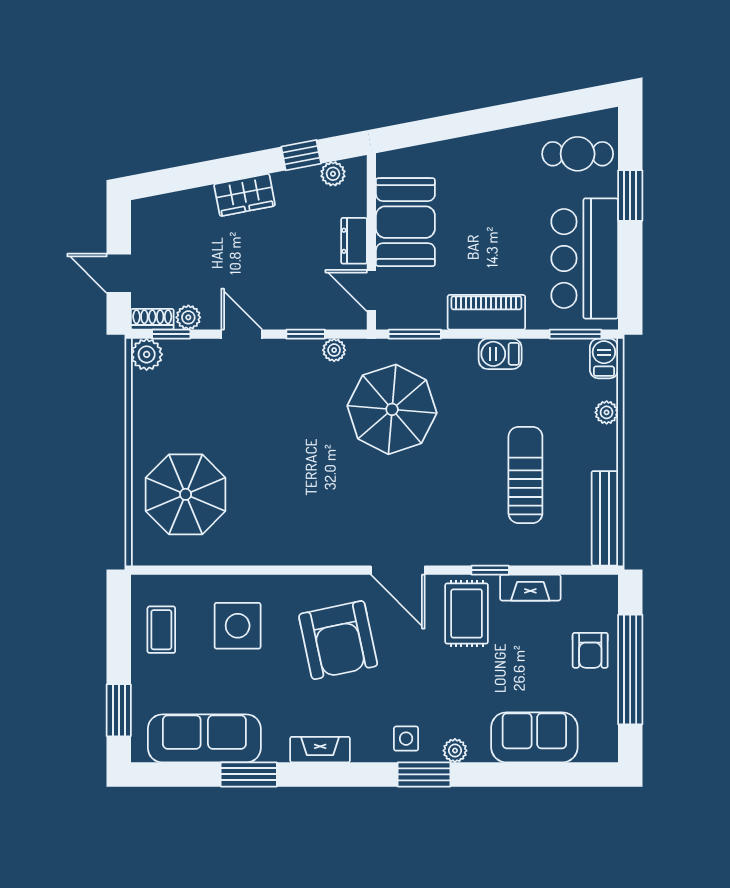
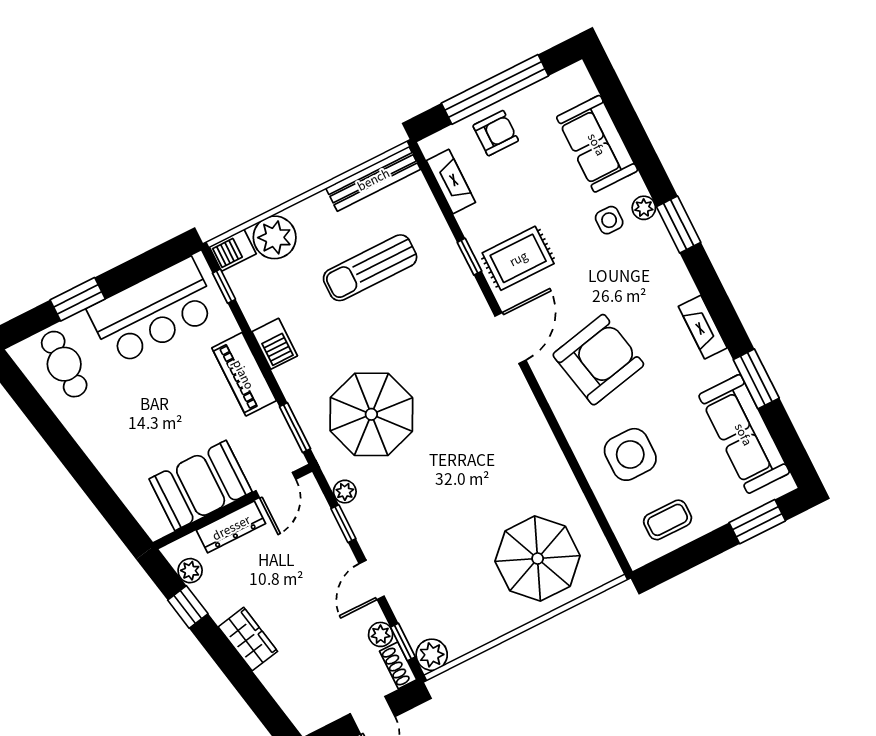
dresser: (354, 241) -> (231, 527), width x1.44
window: (575, 334) -> (224, 286), width x0.67
plant: (607, 412) -> (275, 237), width x1.88, depth x1.88
fireplace: (530, 588) -> (451, 181), moved
side table: (406, 739) -> (609, 220), moved

